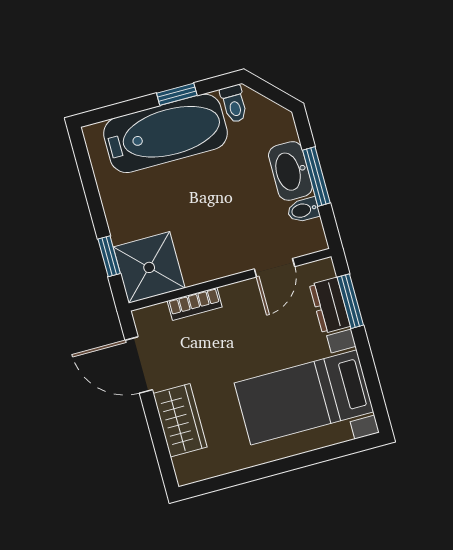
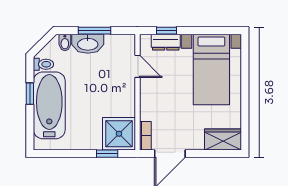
bidet: (303, 210) -> (65, 42), moved
window: (350, 301) -> (166, 31), width x0.67
bookcase: (195, 304) -> (145, 136), moved
wardrobe: (180, 420) -> (223, 139), moved

